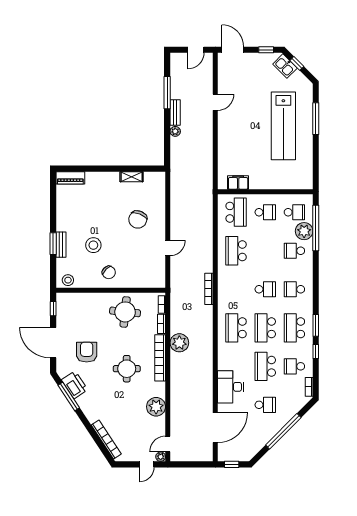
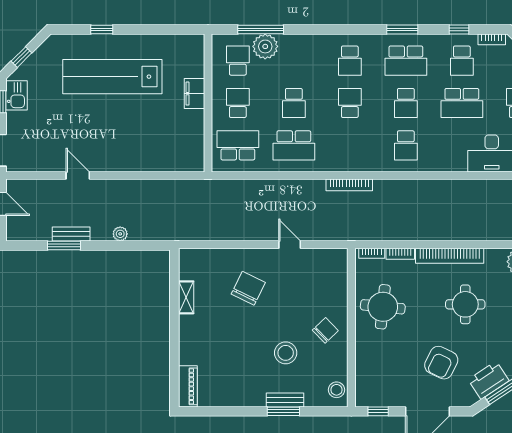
kitchen sink: (285, 66) -> (17, 95), moved, turned -45
window: (167, 93) -> (64, 245), width x0.69
bench: (175, 112) -> (71, 234), moved
window: (316, 119) -> (102, 30), width x0.46
lab bench: (283, 126) -> (112, 77), turned 180
filing cabinet: (238, 182) -> (195, 94), moved
chair: (138, 219) -> (248, 288), turned -86
window: (316, 228) -> (261, 30), width x0.68
school desk: (294, 251) -> (294, 103), moved
school desk: (236, 328) -> (406, 145), width x0.54
school desk: (265, 328) -> (406, 103), width x0.54
plant: (179, 343) -> (428, 228), removed
window: (316, 351) -> (459, 30), moved
armchair: (87, 352) -> (441, 363), turned -64

